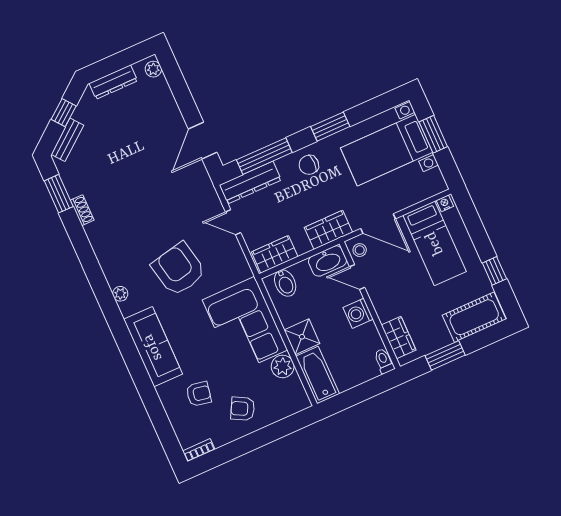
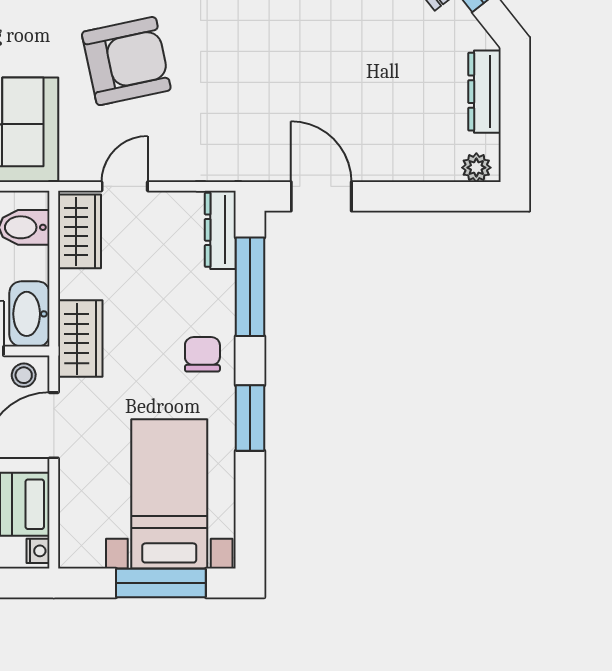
window: (433, 134) -> (161, 583), width x1.44
dresser: (250, 183) -> (220, 230), width x0.73, depth x0.80
door: (233, 222) -> (125, 186), moved

